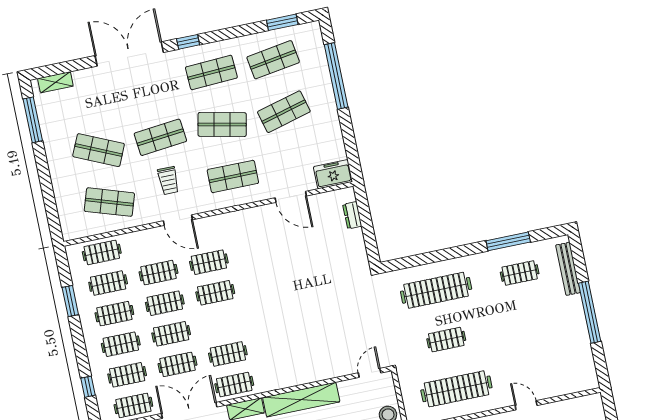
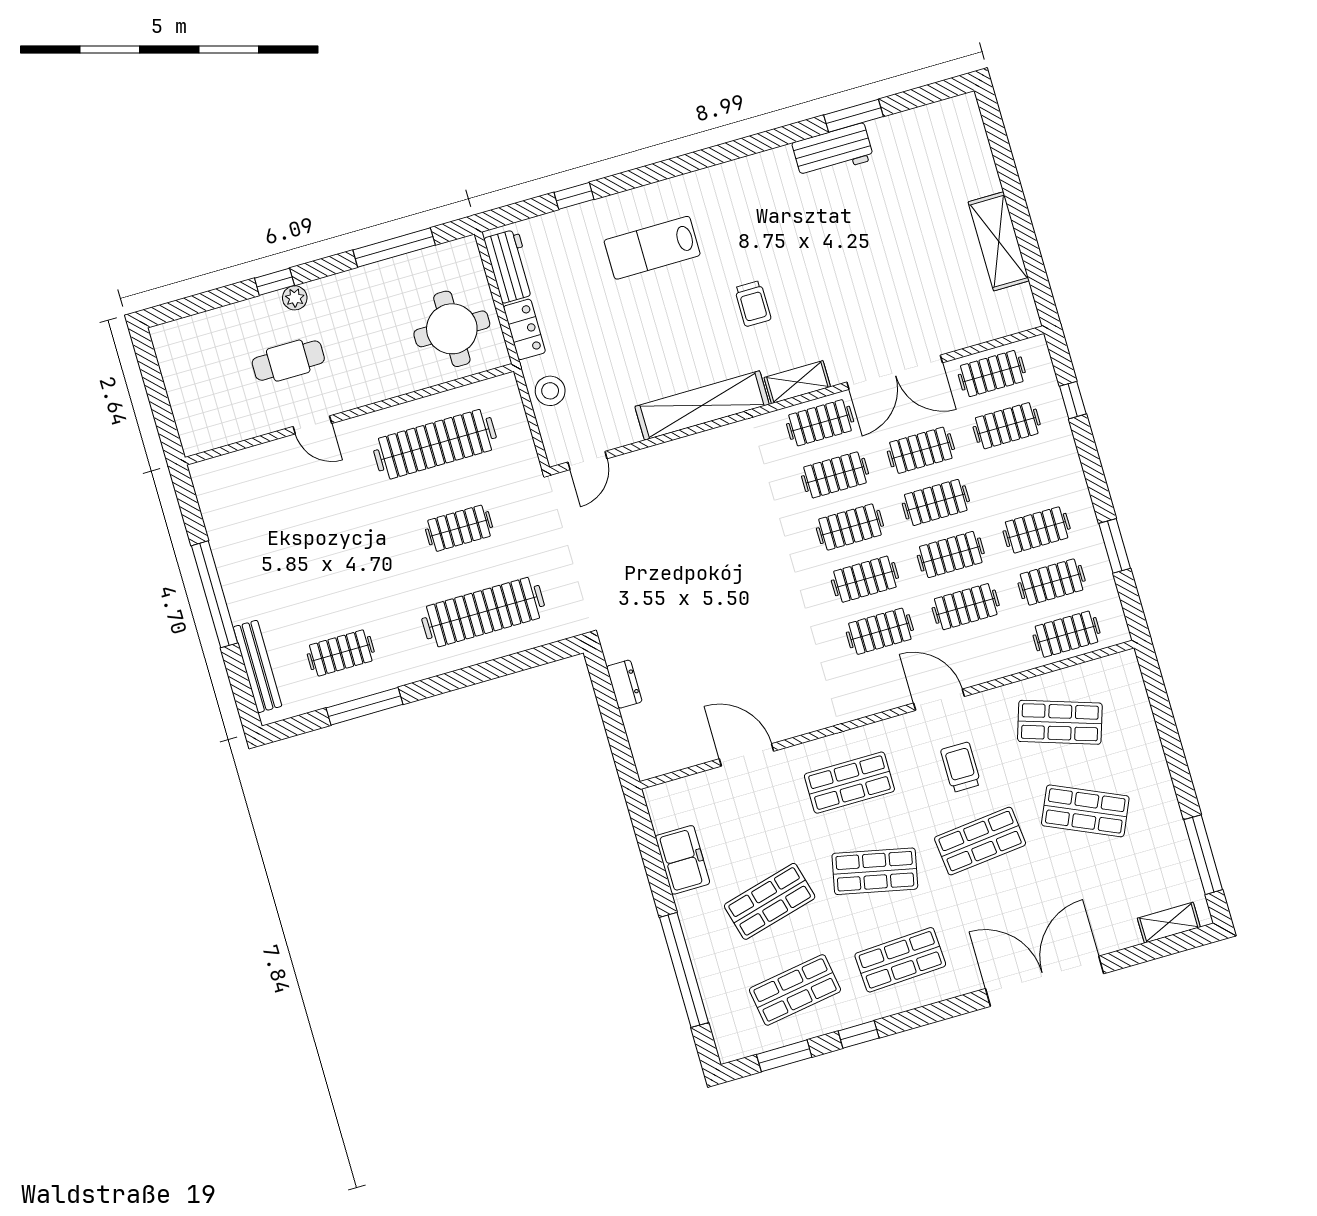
window: (188, 42) -> (859, 1034), moved
double door: (129, 54) -> (1045, 981), swing flipped
freezer: (333, 174) -> (683, 860), moved, turned -90
dresser: (352, 215) -> (624, 684), moved
clothes rail: (121, 344) -> (850, 527), moved

